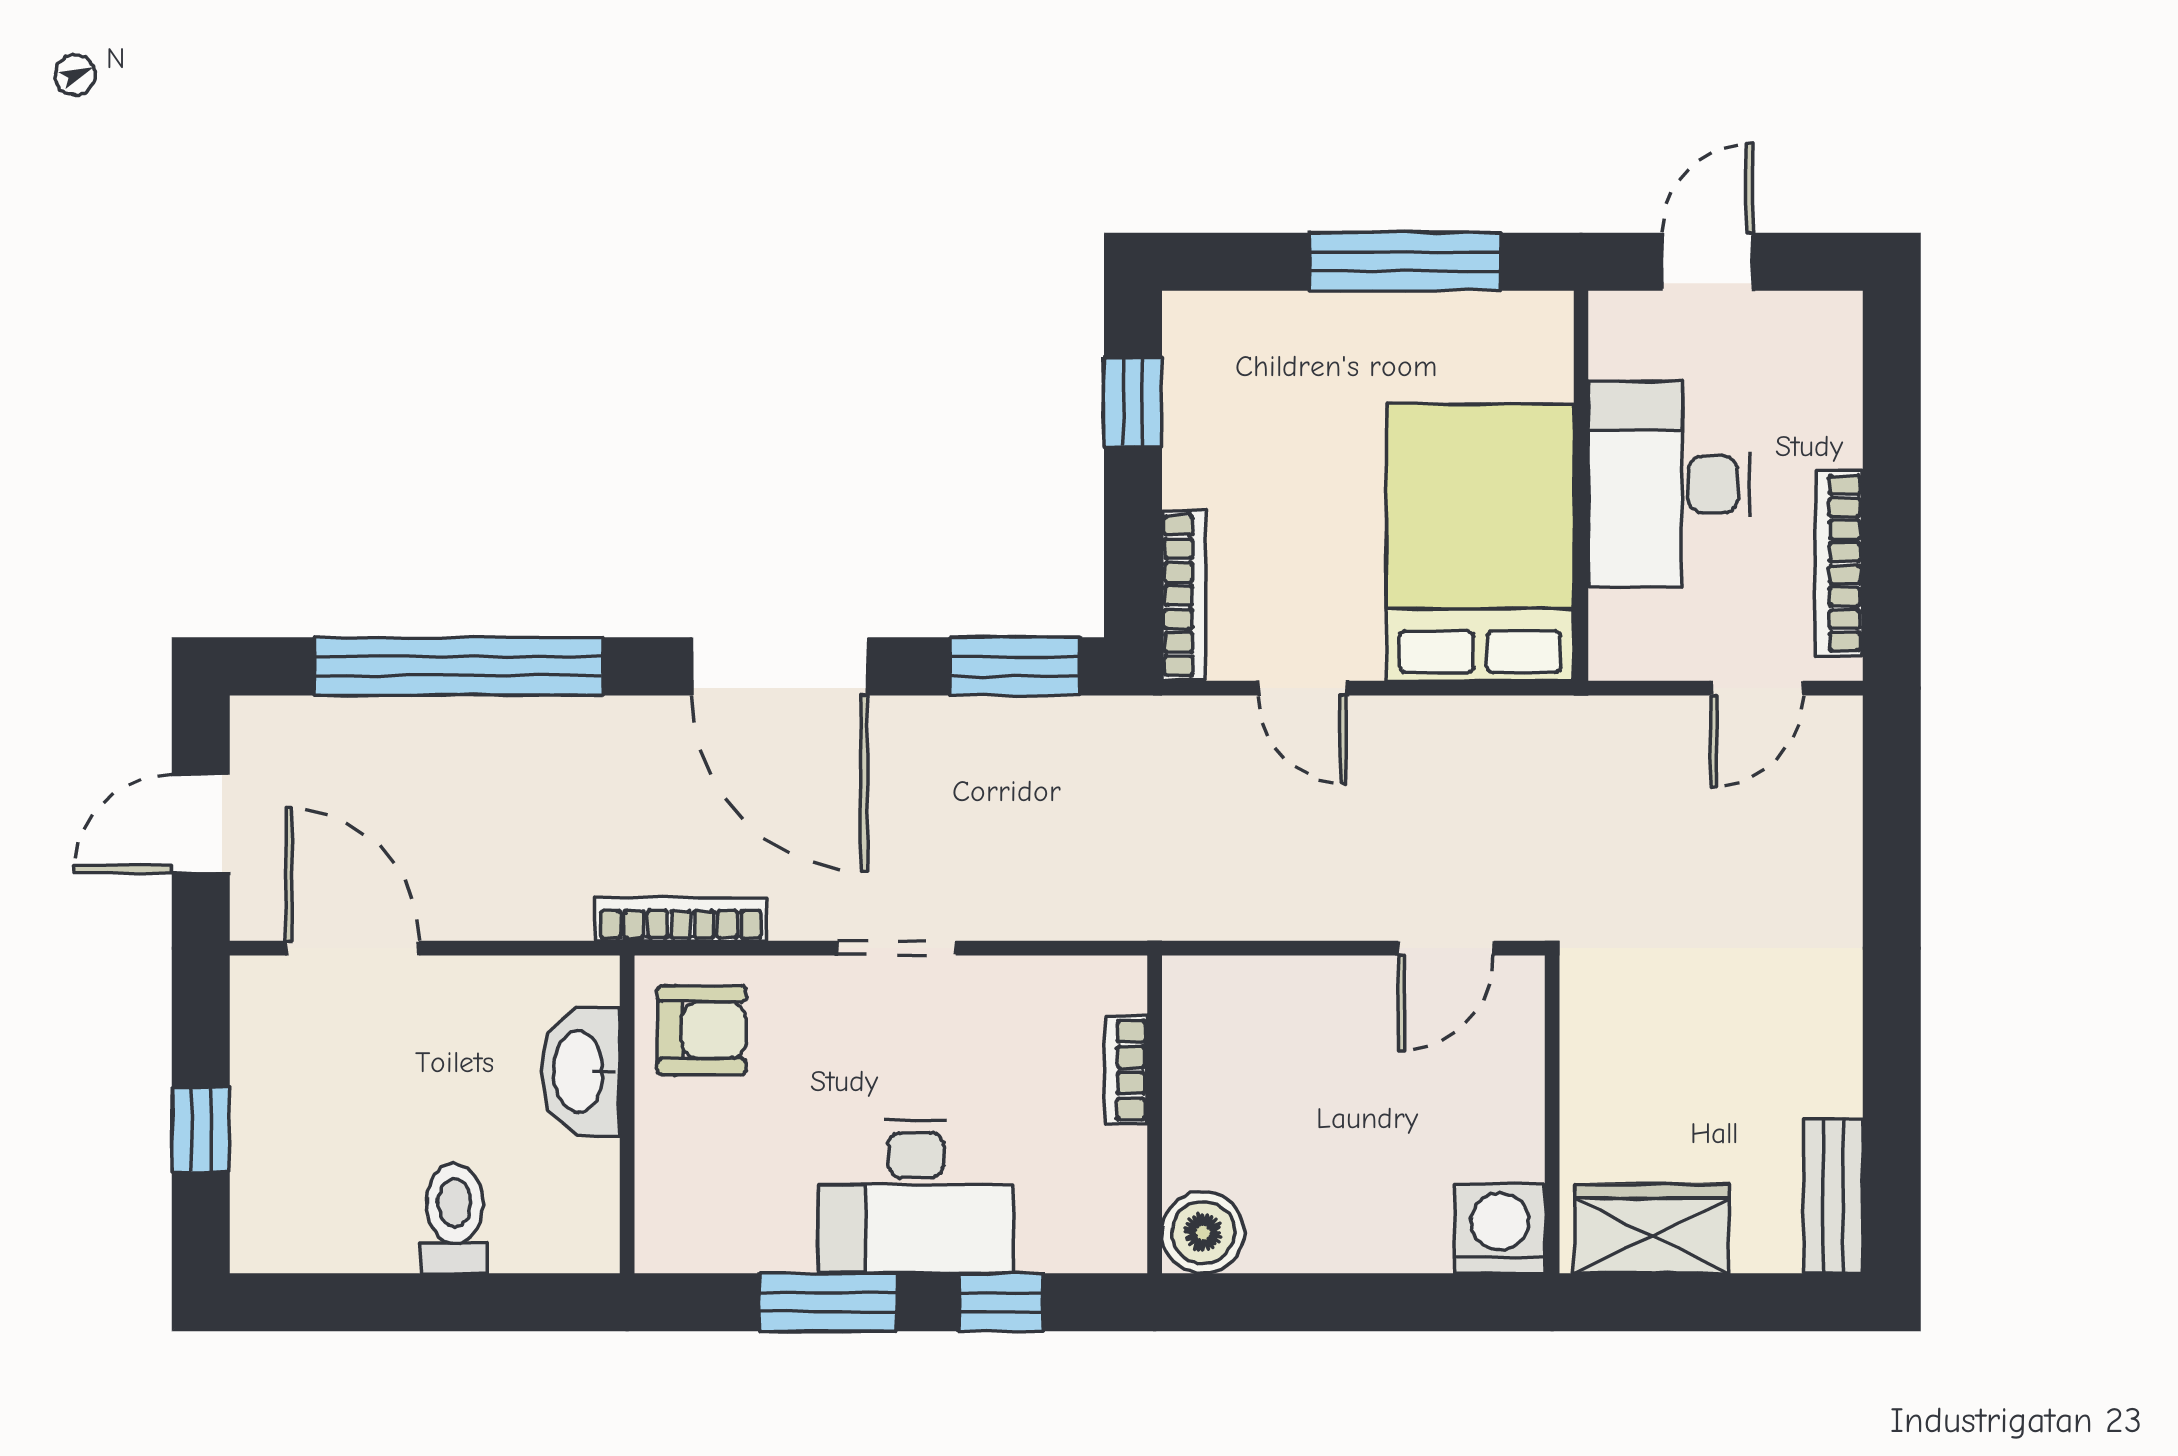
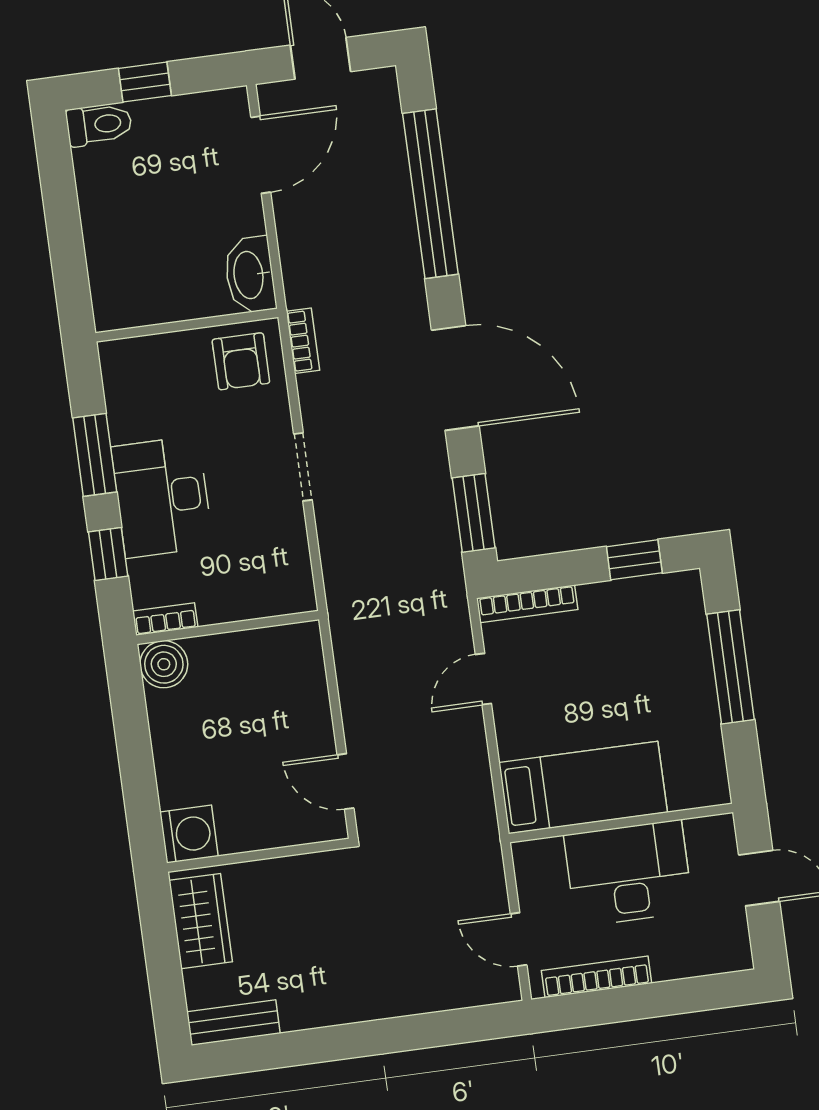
window: (1405, 262) -> (731, 667), moved
bed: (1480, 542) -> (583, 787), width x0.67
door: (780, 666) -> (455, 378), swing flipped
bookcase: (681, 919) -> (303, 341), width x0.64
bookcase: (1126, 1070) -> (165, 619), moved
washbasin: (581, 1071) -> (250, 275), moved, turned -90
toilet: (454, 1218) -> (99, 125), moved

